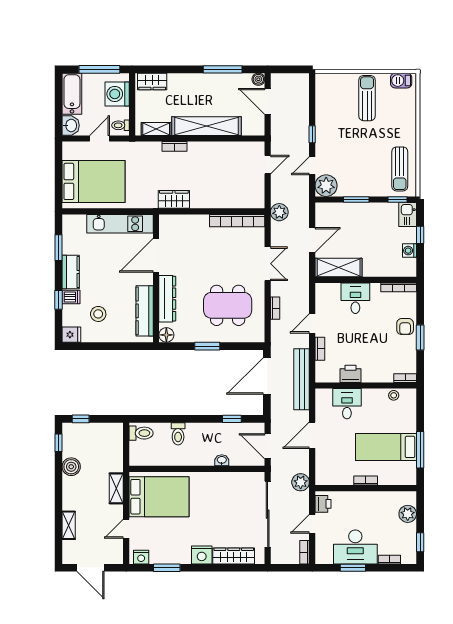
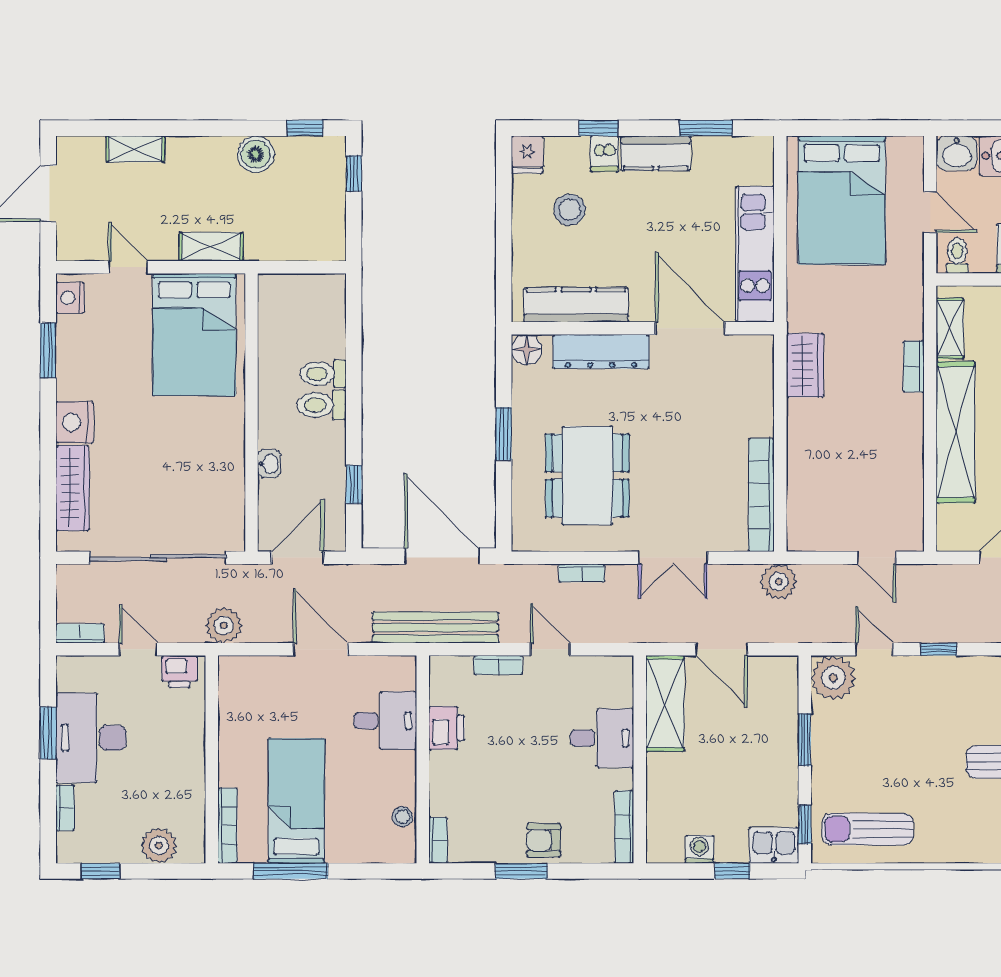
toilet: (141, 433) -> (322, 405), moved, turned 90
bookcase: (366, 480) -> (227, 826), moved, width x1.56

